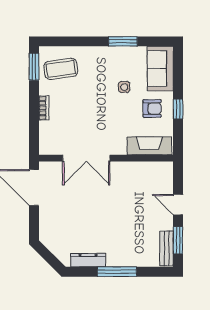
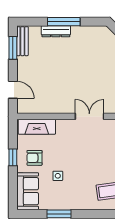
double door: (86, 158) -> (89, 116), width x0.73
door: (178, 205) -> (13, 90), moved
dresser: (88, 260) -> (56, 31), moved

